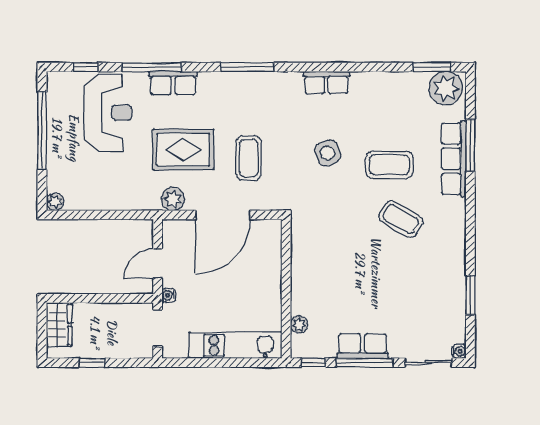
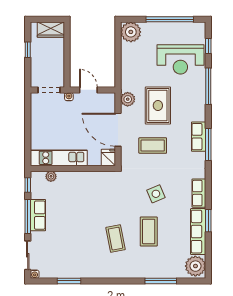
window: (432, 67) -> (208, 221), moved
row of seats: (173, 83) -> (199, 137), moved
row of seats: (454, 159) -> (198, 232), moved, turned -90
plant: (55, 202) -> (131, 32), width x1.88, depth x1.88
coffee table: (401, 219) -> (116, 239), turned -41
fridge: (268, 231) -> (108, 157), added
kitchen unit: (235, 345) -> (59, 158), moved, turned -90

